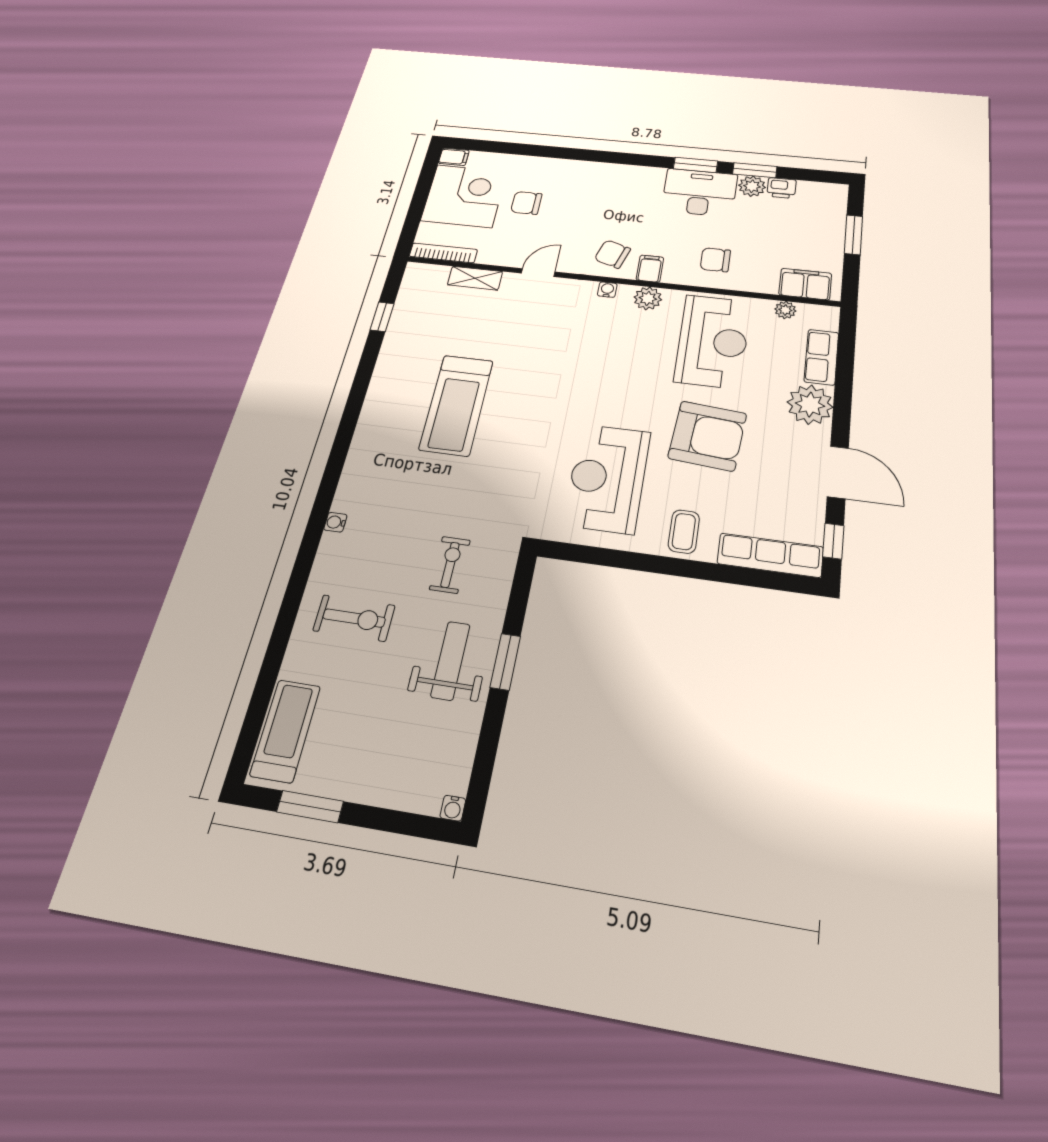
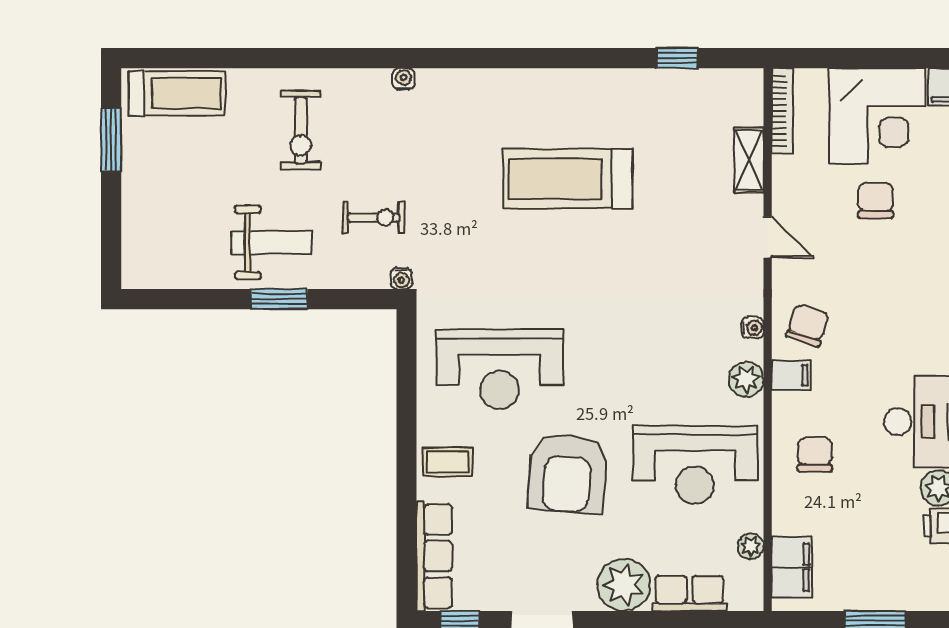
reception desk: (607, 478) -> (499, 369), turned 180
water cooler: (453, 808) -> (401, 278), moved, turned -90

